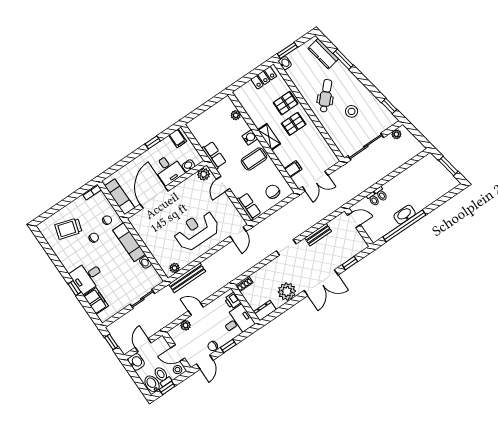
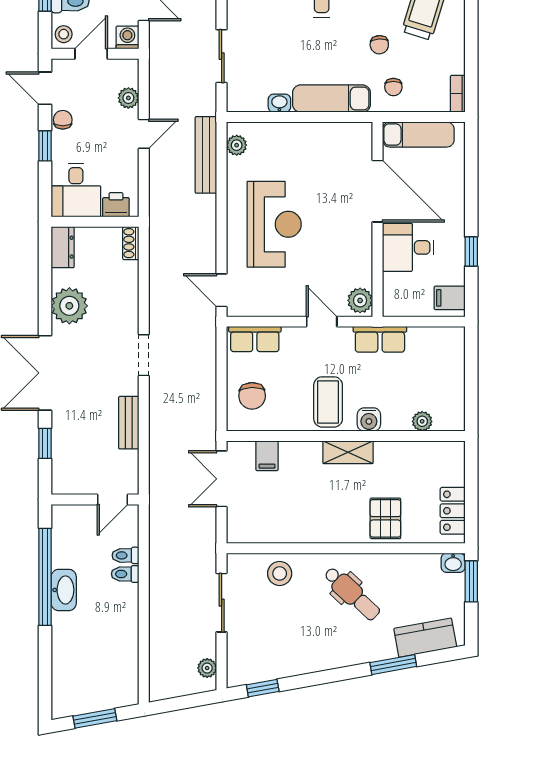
stool: (352, 111) -> (280, 573), moved
pallet: (294, 124) -> (342, 508), removed
sliding door: (366, 147) -> (222, 603), width x0.73
washbasin: (188, 166) -> (392, 285), removed
chair: (273, 192) -> (252, 396), turned 88
washing machine: (161, 343) -> (127, 37), added

